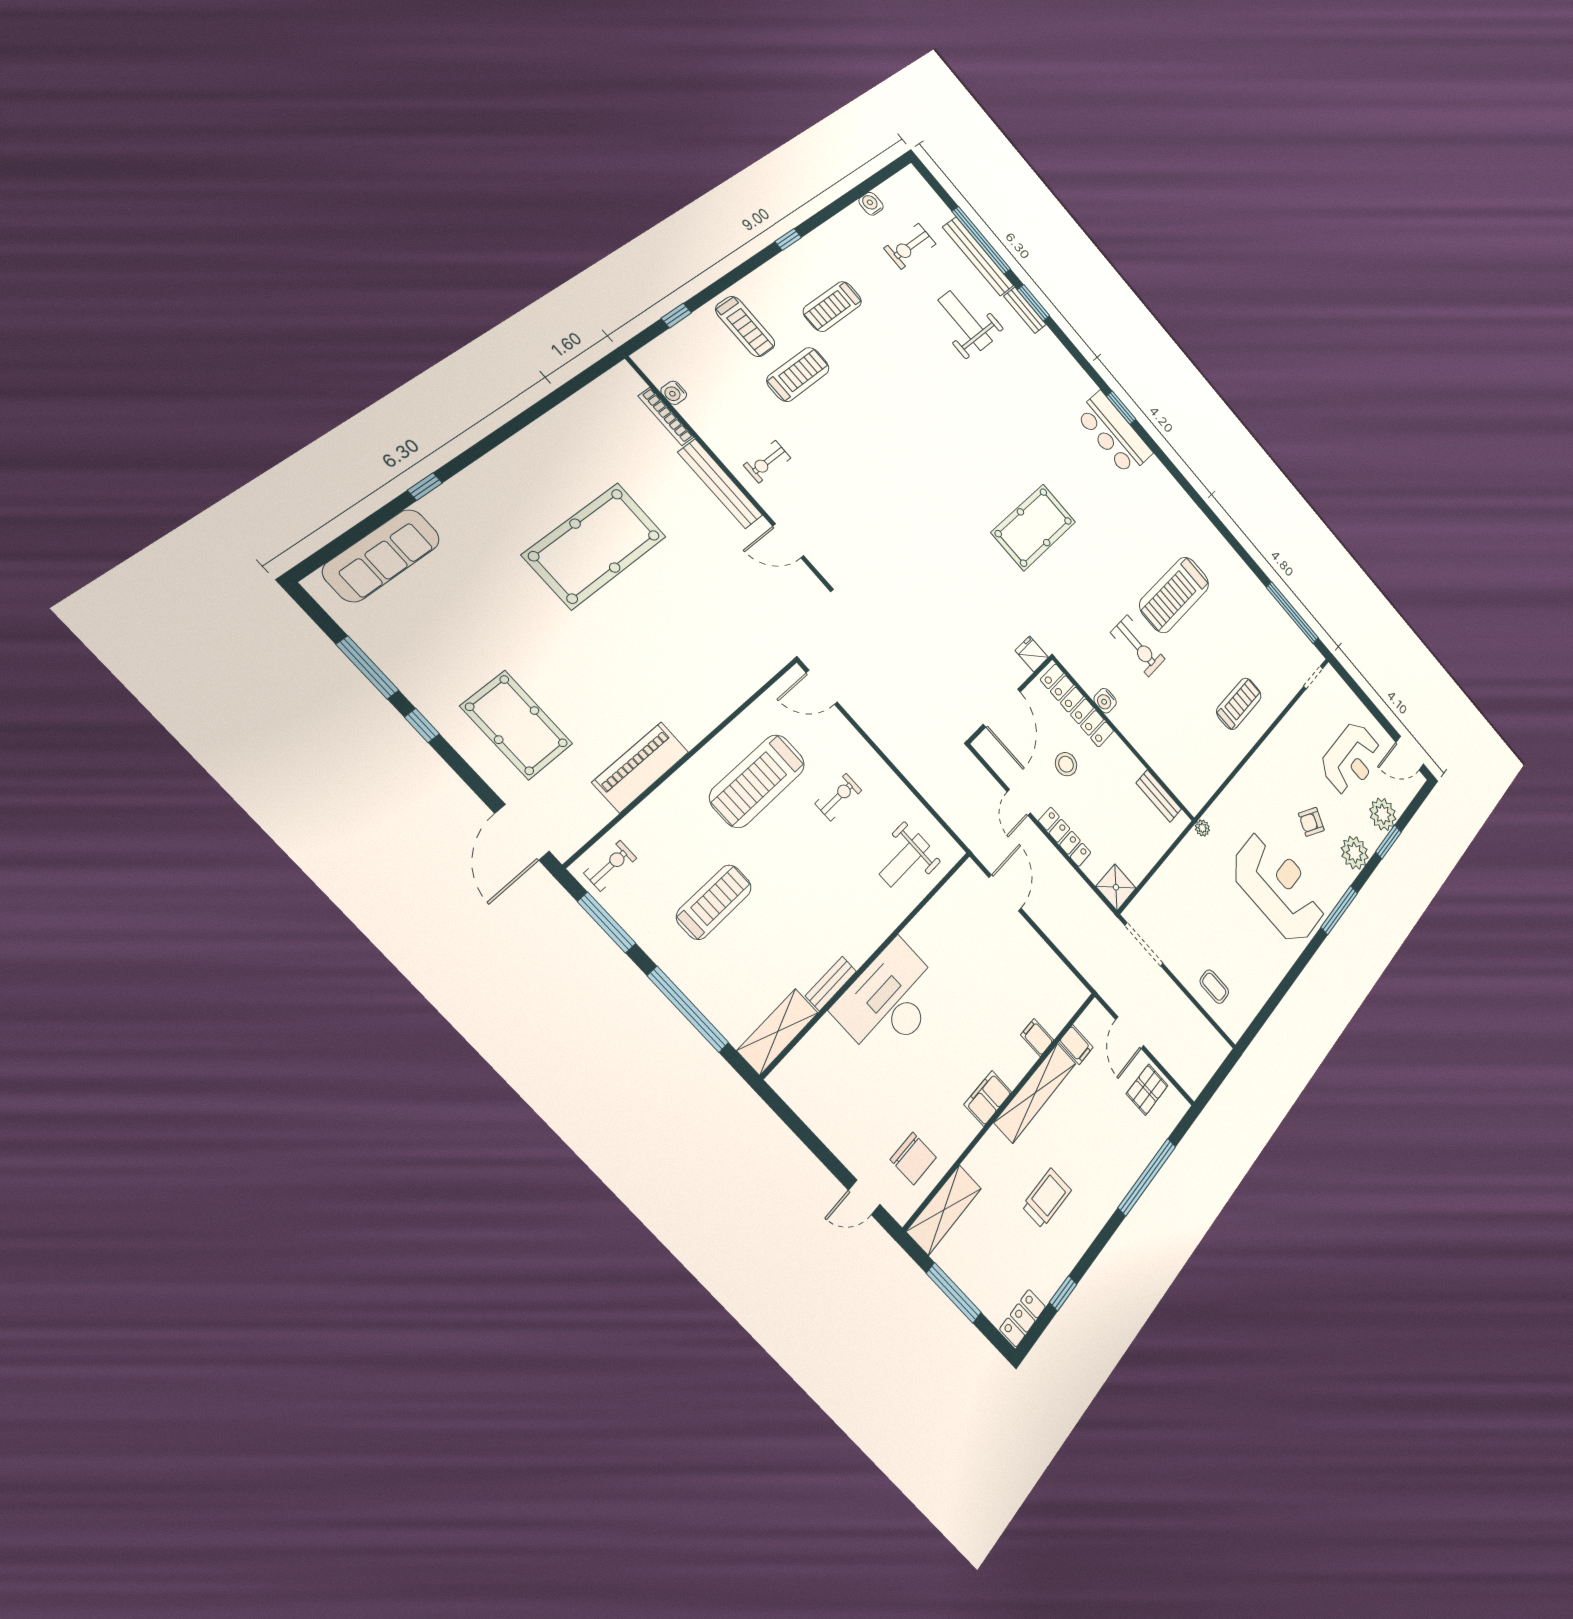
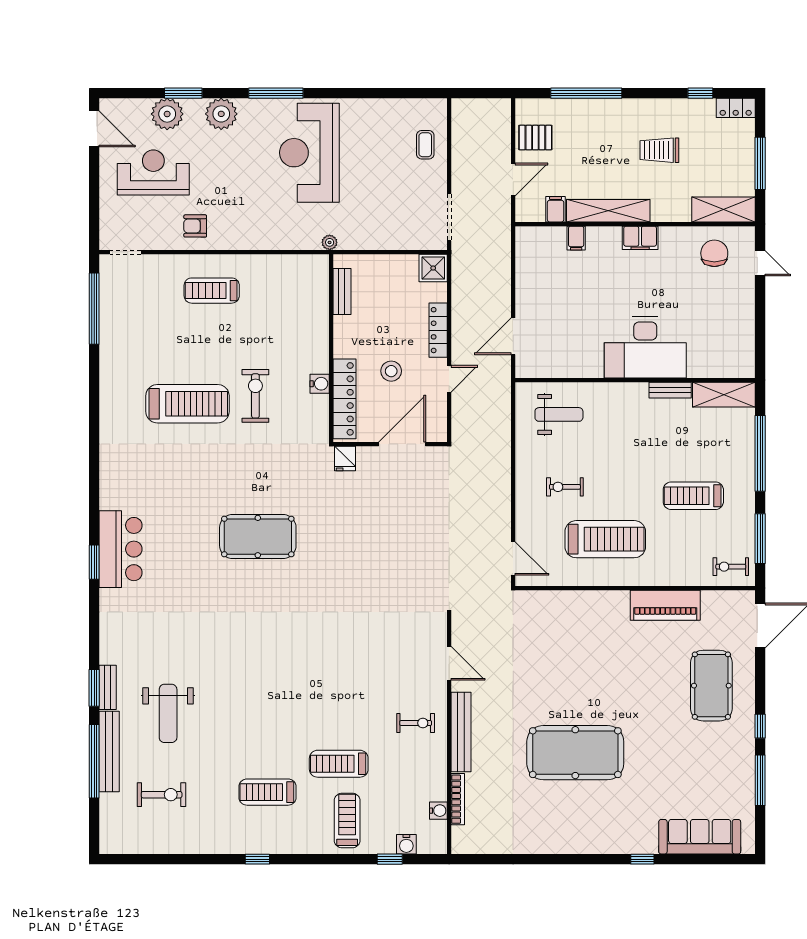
water cooler: (871, 204) -> (406, 844), moved
treadmill: (832, 306) -> (268, 792), turned 180
armchair: (1311, 822) -> (195, 226), moved, turned 153

